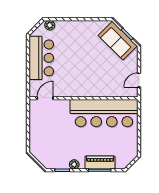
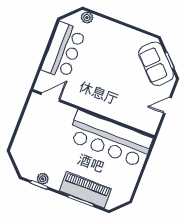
door: (139, 80) -> (167, 106), moved
piano: (100, 162) -> (85, 190), width x1.37, depth x1.33
plant: (74, 164) -> (43, 179), moved

